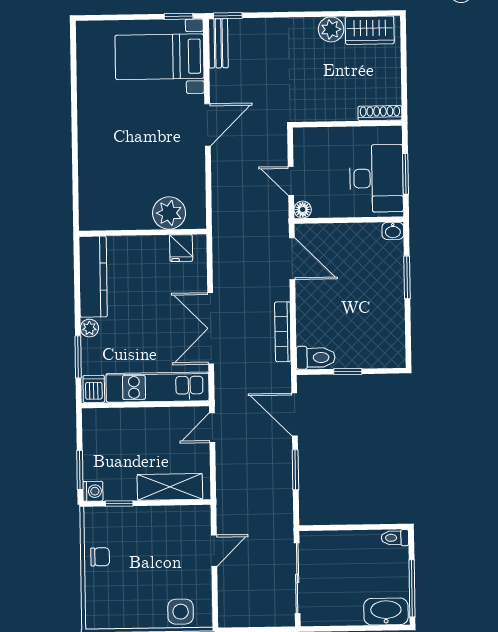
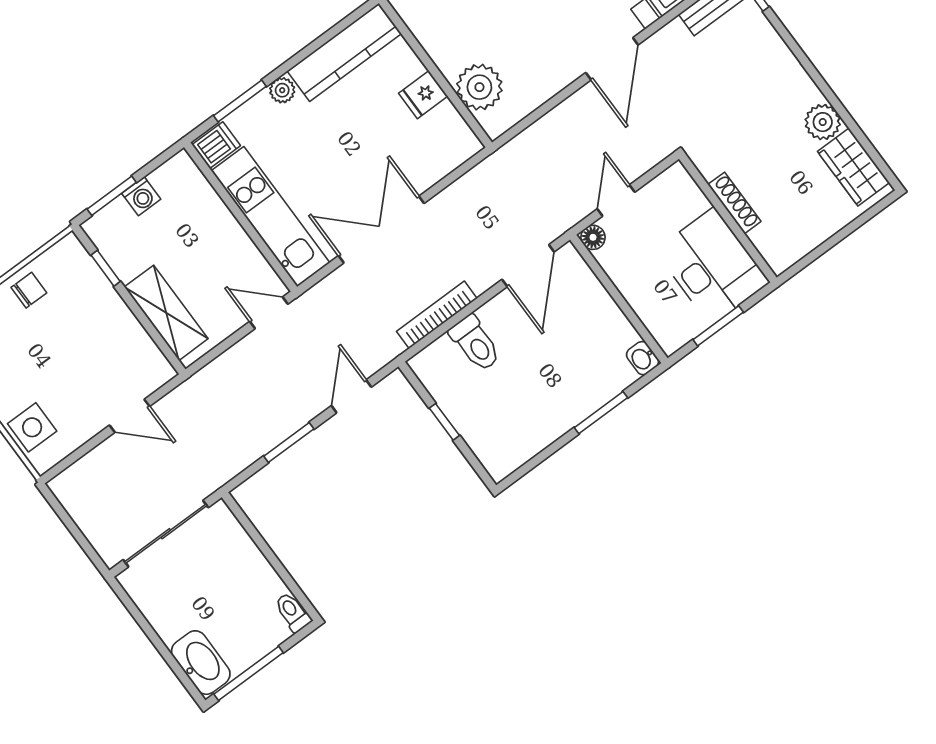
shoe rack: (380, 113) -> (734, 203), moved
door: (207, 125) -> (612, 59), hinge flipped
desk: (376, 178) -> (712, 266), moved, turned -90
fridge: (181, 248) -> (423, 95), moved
toilet: (316, 358) -> (475, 343), moved
door: (295, 415) -> (351, 396), width x0.73
washing machine: (93, 491) -> (141, 196), moved
chair: (100, 557) -> (29, 290), turned -90

